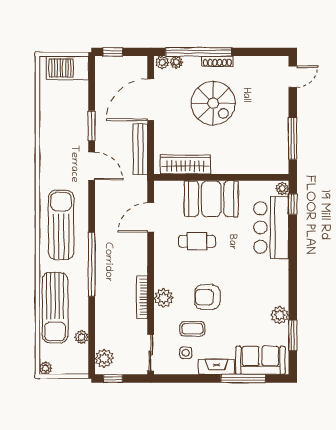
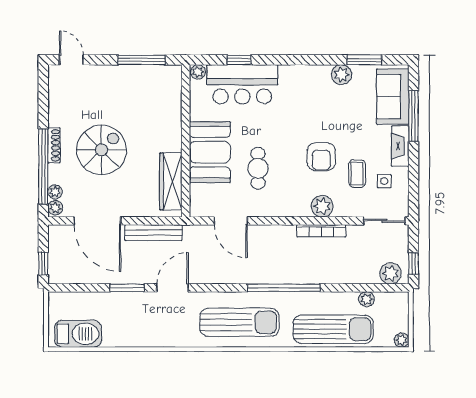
barbecue: (67, 68) -> (78, 334), moved, turned -90
window: (293, 204) -> (239, 60), moved
sun lounger: (61, 225) -> (239, 322), turned 180

